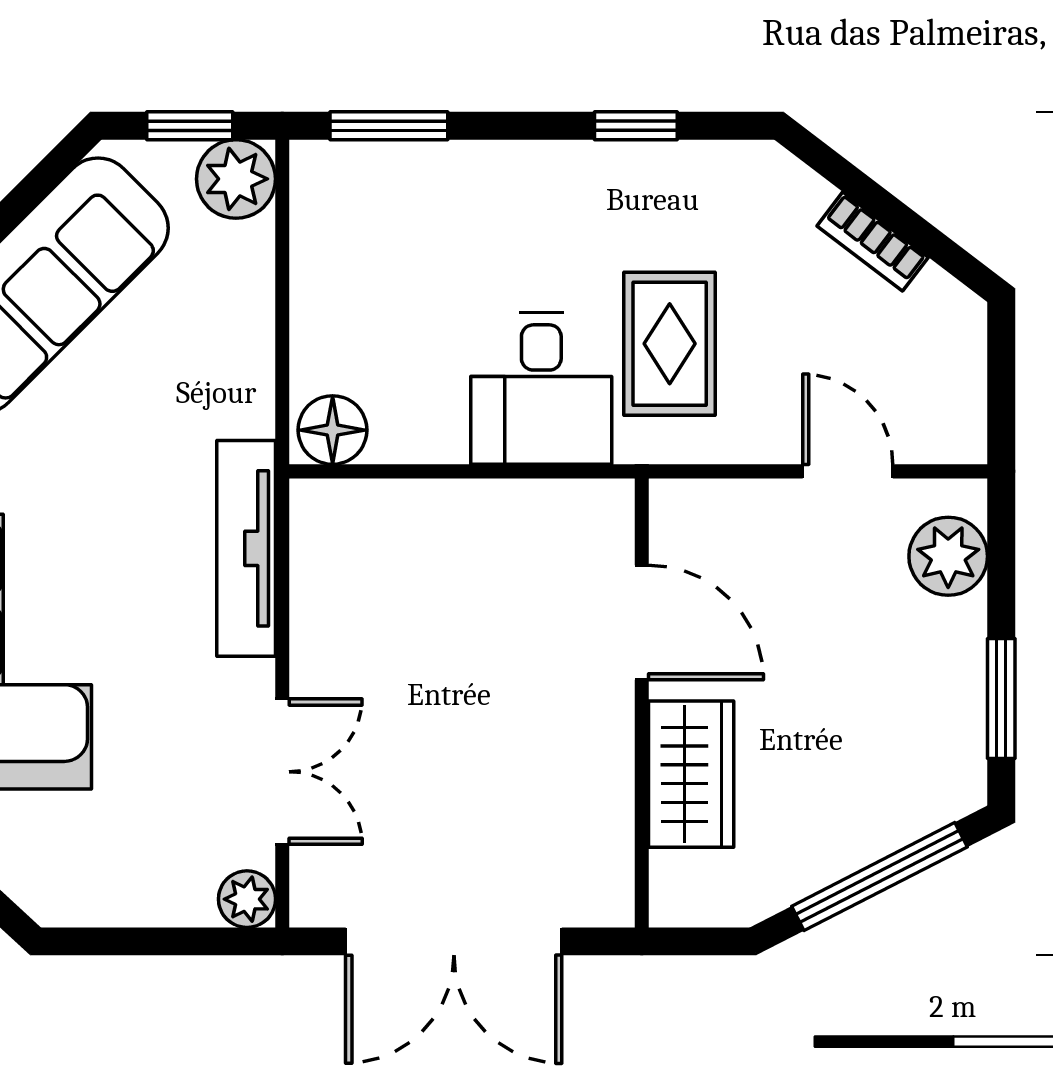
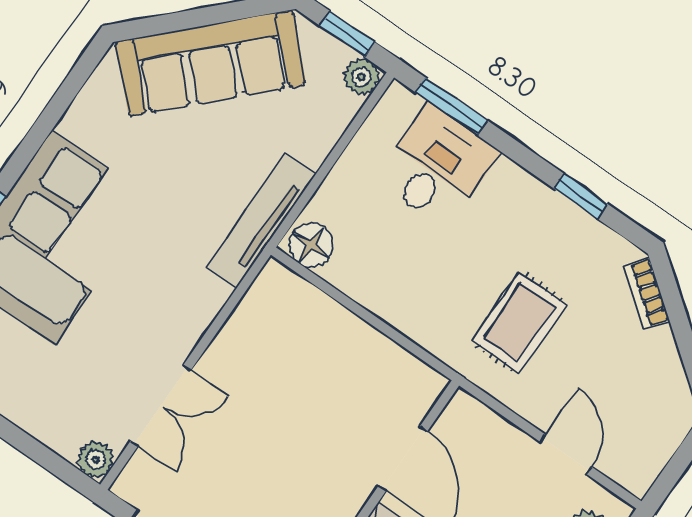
plant: (236, 179) -> (361, 77), width x0.73, depth x0.73
bookcase: (873, 242) -> (646, 293), moved
desk: (541, 388) -> (437, 166), moved, turned 180
tv unit: (246, 548) -> (261, 220), moved

